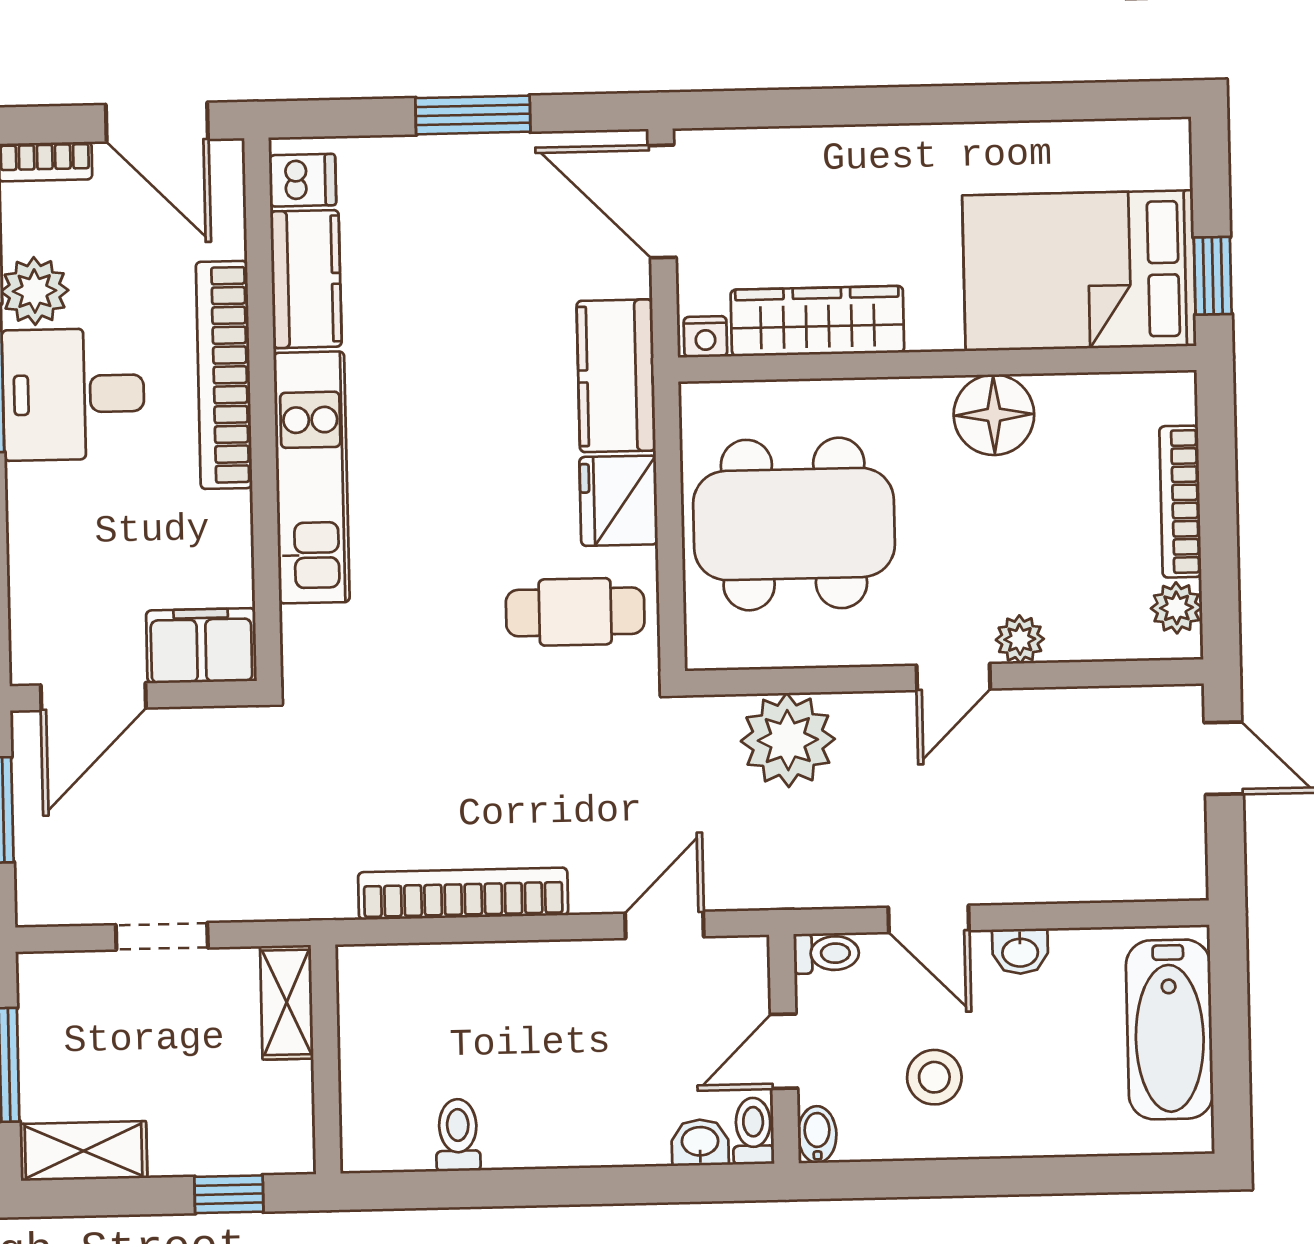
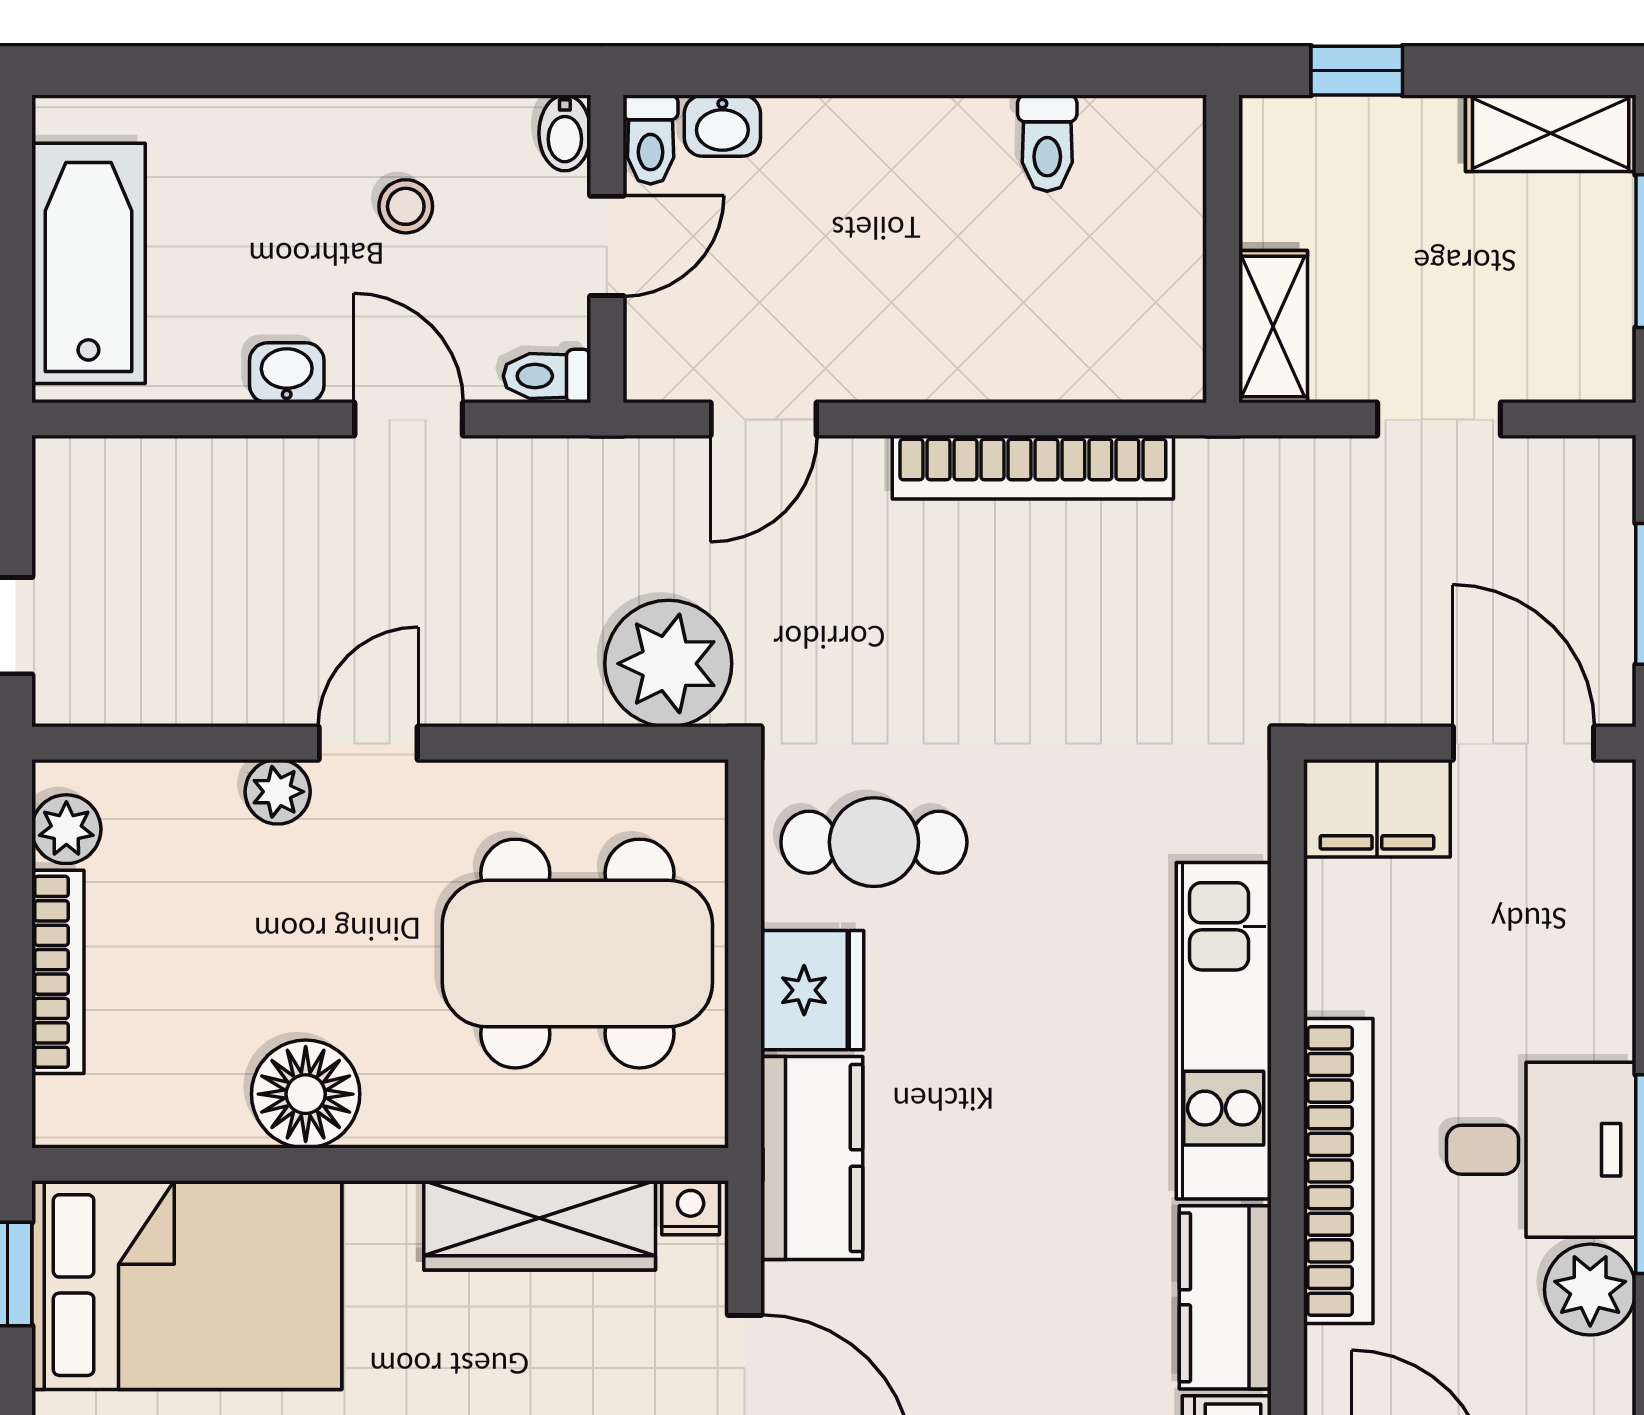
door: (93, 697) -> (1523, 743), hinge flipped
plant: (788, 740) -> (668, 664), moved
stool: (934, 1077) -> (406, 206), width x0.73, depth x0.73

